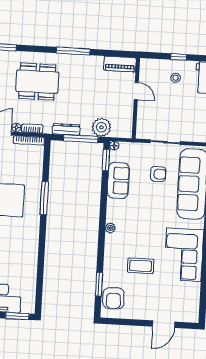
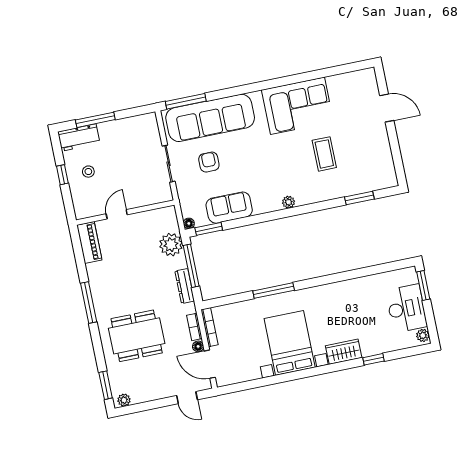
dining table: (37, 82) -> (137, 336), turned 90
armchair: (114, 298) -> (372, 176), removed

